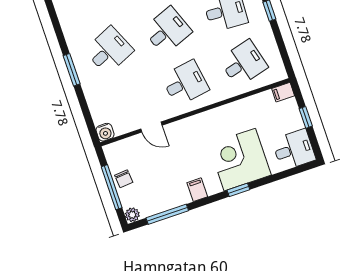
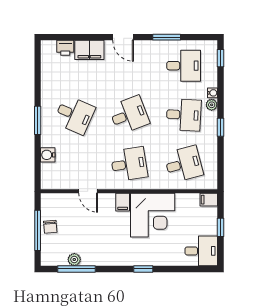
desk: (109, 50) -> (74, 115), turned 48
water cooler: (105, 132) -> (48, 155), moved, turned 90
corner desk: (240, 160) -> (153, 215), moved, turned 180
filing cabinet: (197, 190) -> (123, 202), moved, turned 180
plant: (132, 215) -> (74, 260), moved

